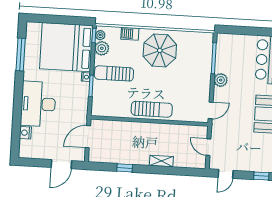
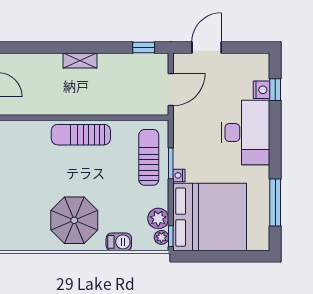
sun lounger: (114, 73) -> (149, 157), moved, turned -90
window: (16, 132) -> (275, 90), added
shelving: (161, 161) -> (80, 61), moved
window: (125, 168) -> (144, 48), moved

